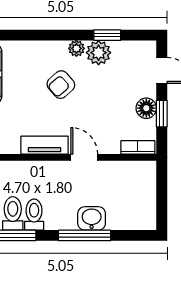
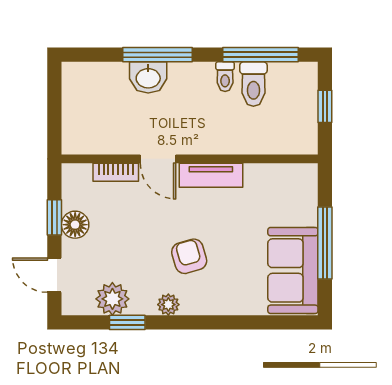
plant: (99, 53) -> (112, 299), moved
armchair: (61, 85) -> (189, 256), turned -65
bookcase: (138, 147) -> (116, 172), moved
toilet: (34, 215) -> (225, 77), width x0.73, depth x0.72

